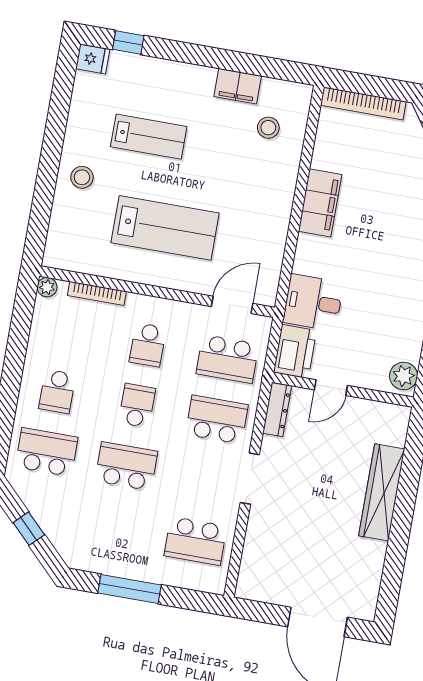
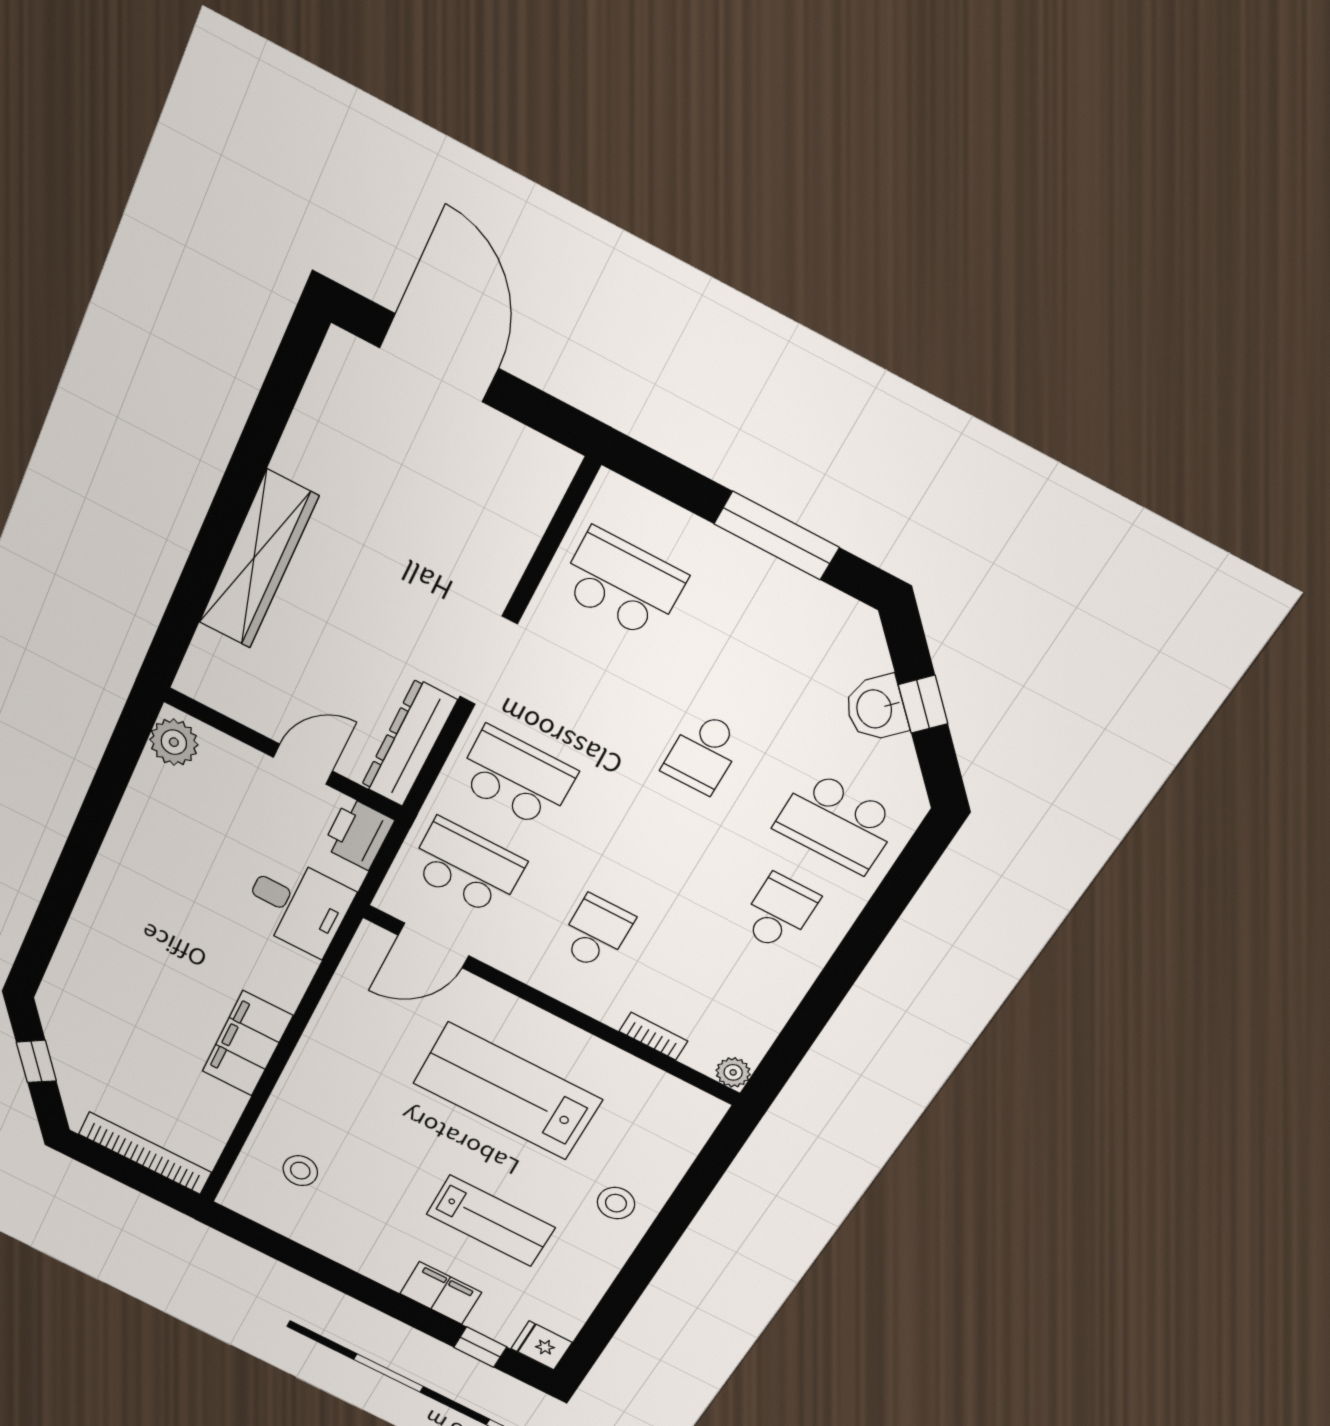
filing cabinet: (238, 86) -> (441, 1293), moved
lab bench: (149, 137) -> (491, 1221), turned 180
bookcase: (97, 293) -> (653, 1036), width x0.64
printer: (295, 351) -> (358, 834), width x0.73, depth x0.84
school desk: (137, 406) -> (648, 845), removed
dresser: (277, 409) -> (409, 743), width x1.37, depth x1.24
school desk: (217, 420) -> (516, 777), turned 180
school desk: (126, 466) -> (703, 753), width x0.54
washbasin: (50, 519) -> (876, 709), added

